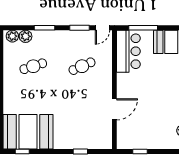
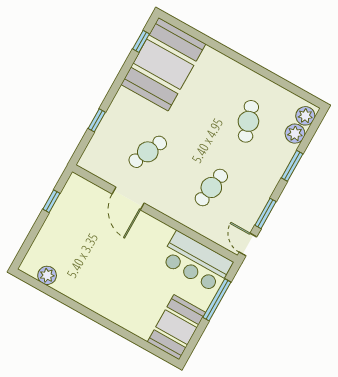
cafe table: (82, 66) -> (211, 187), turned 33
cafe table: (82, 113) -> (148, 152), added

